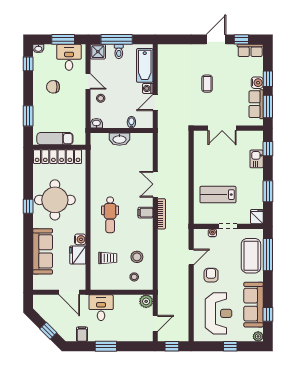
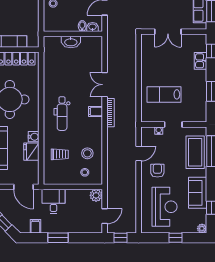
washbasin: (96, 123) -> (93, 27), moved
fridge: (257, 217) -> (201, 115), removed
sofa: (254, 305) -> (198, 193), width x0.73

